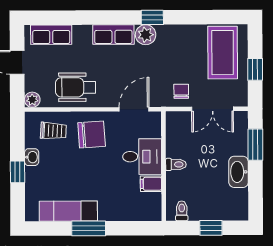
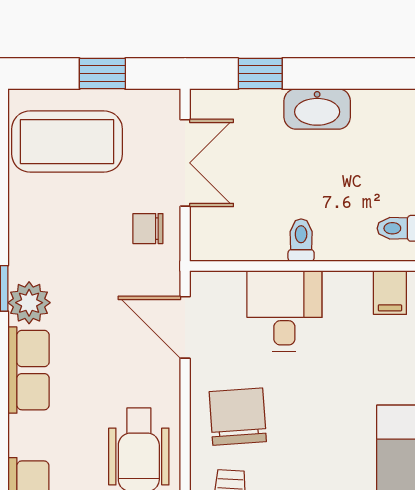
window: (255, 145) -> (260, 74), width x0.67
filing cabinet: (151, 184) -> (390, 293), moved

